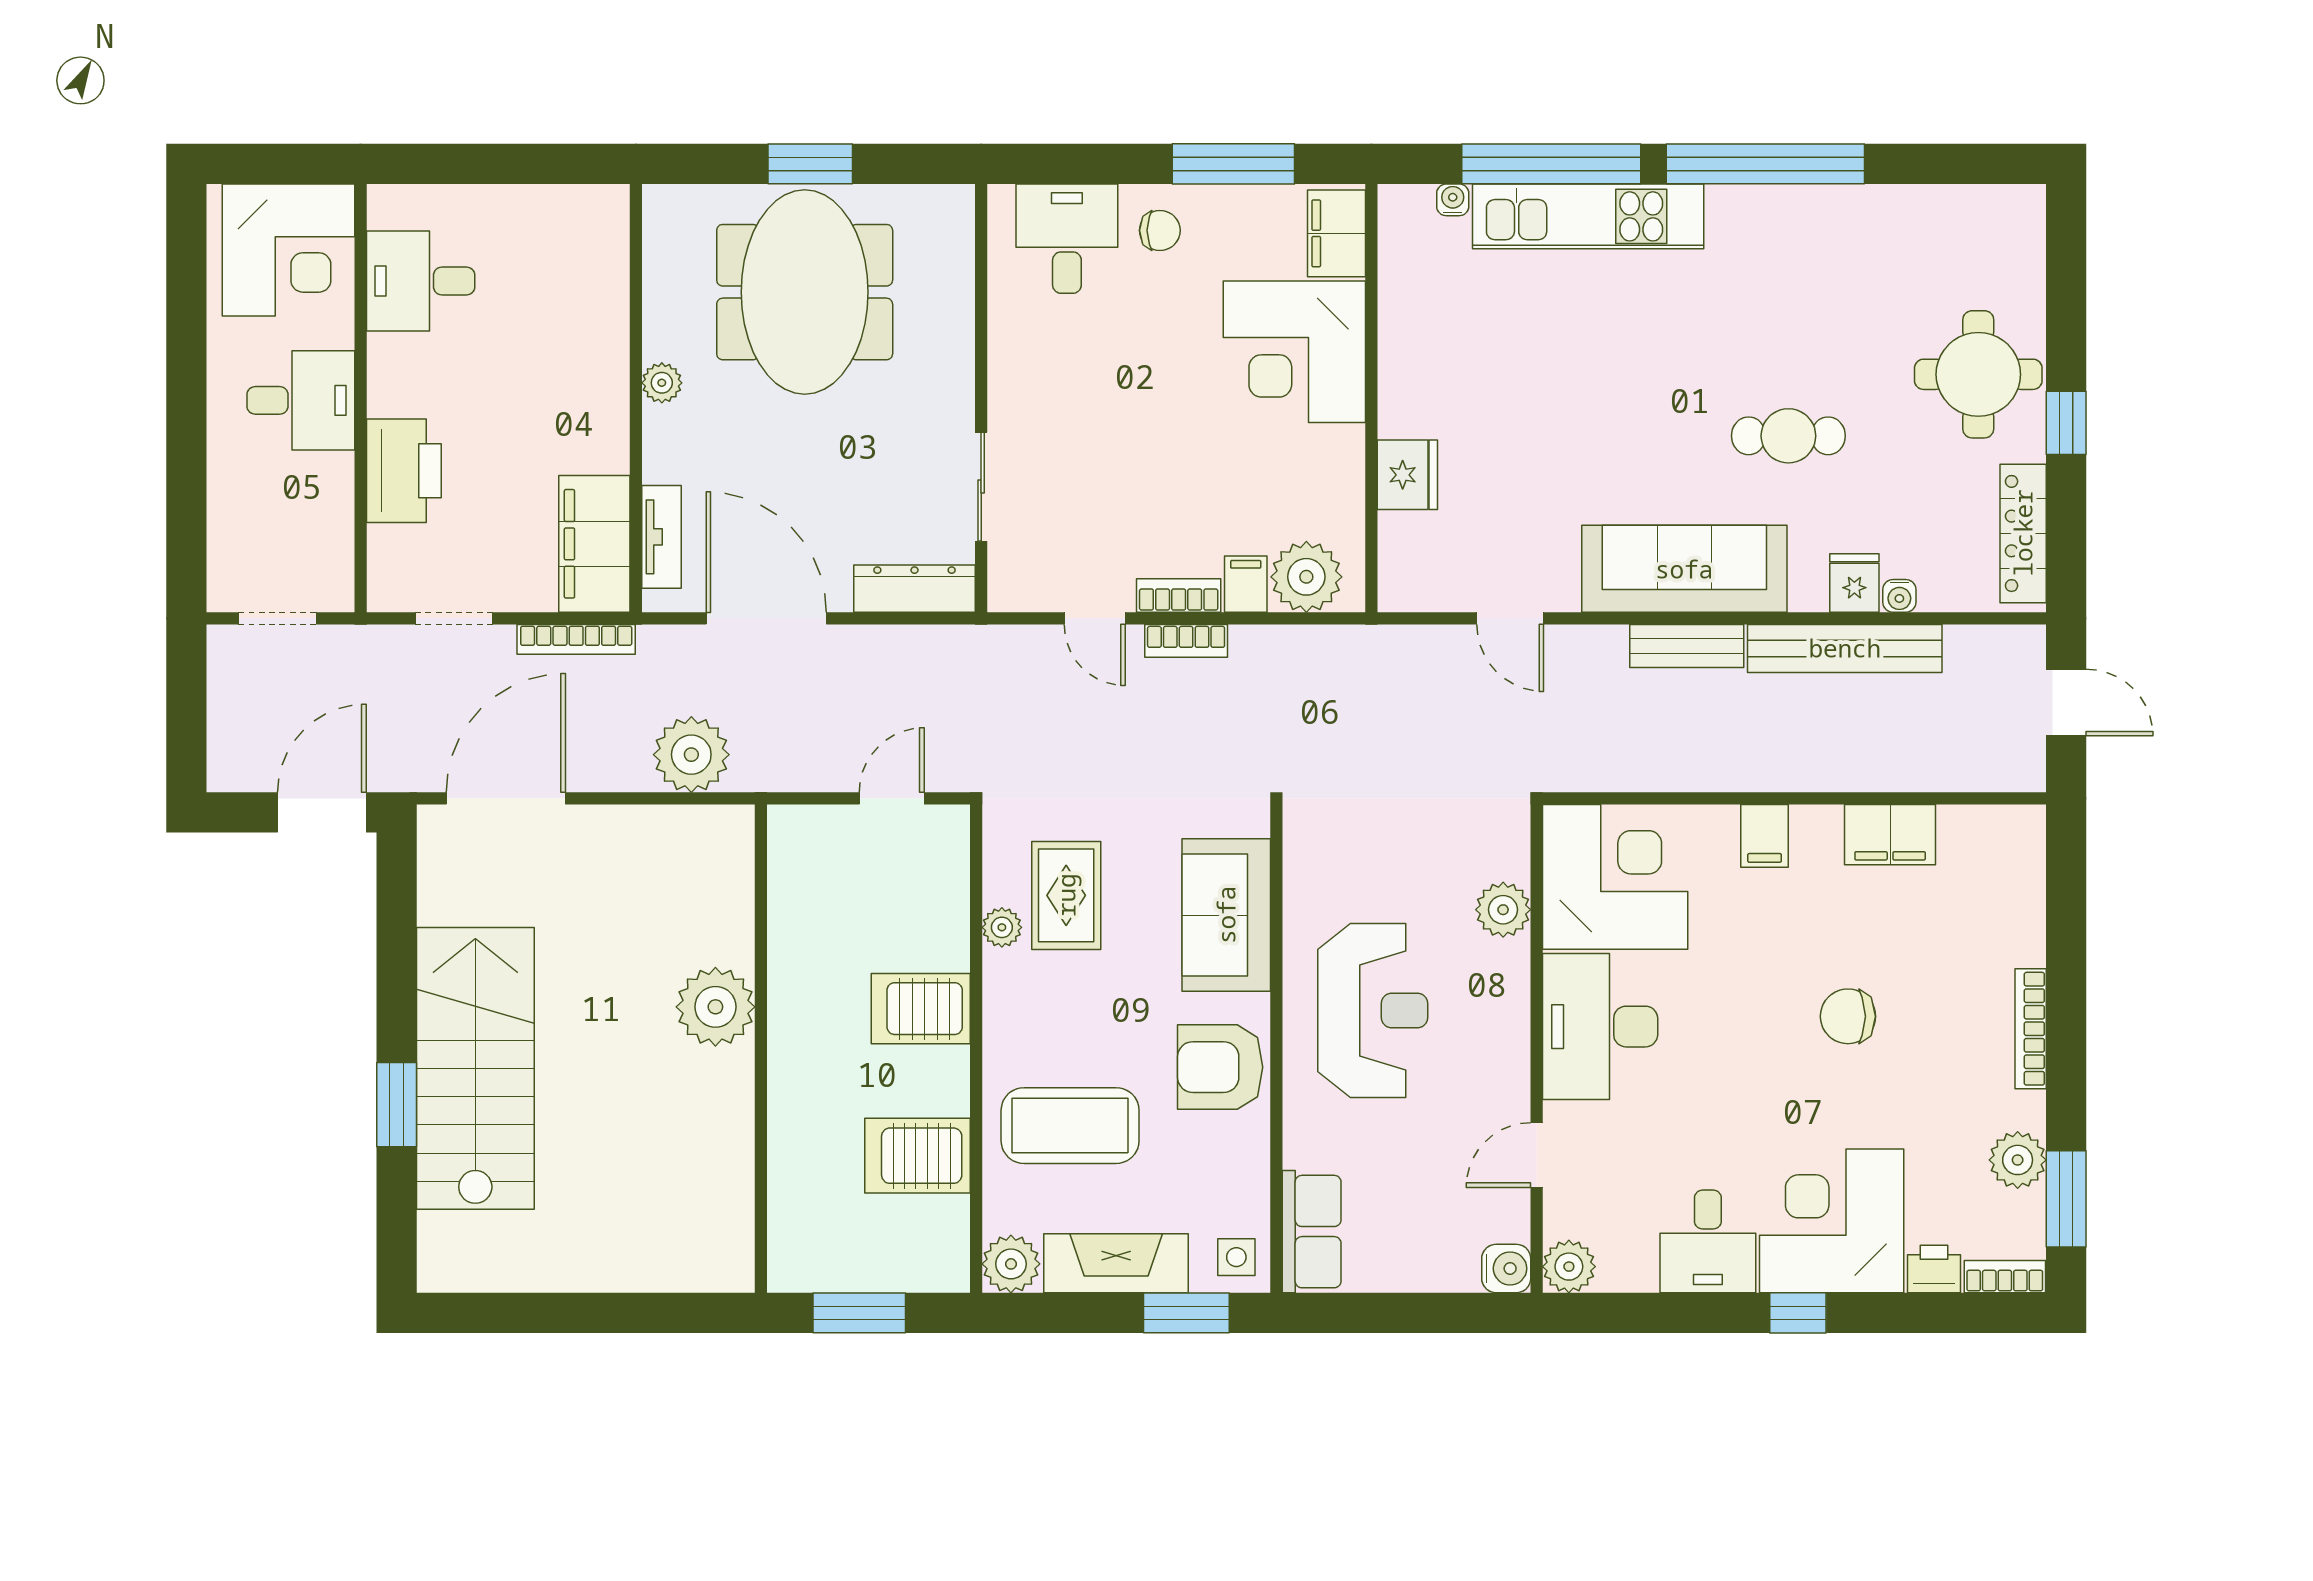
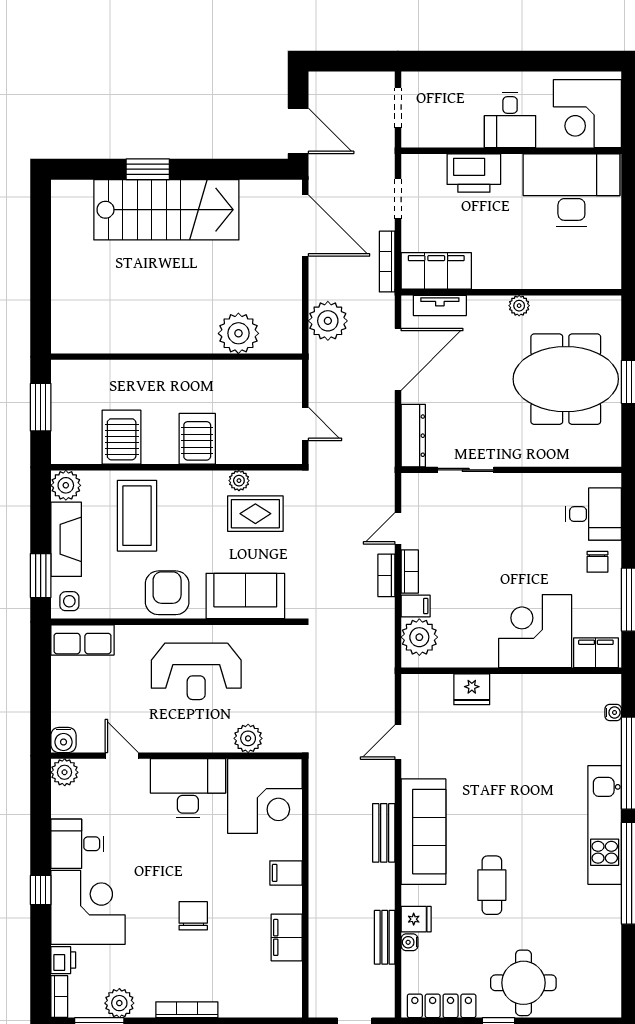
kitchen unit: (1588, 216) -> (605, 825), moved
desk: (421, 281) -> (571, 190), width x1.87, depth x1.30
bench: (1845, 648) -> (385, 937), width x0.54, depth x0.82
plant: (715, 1007) -> (238, 333), moved

